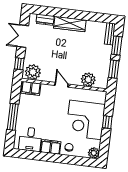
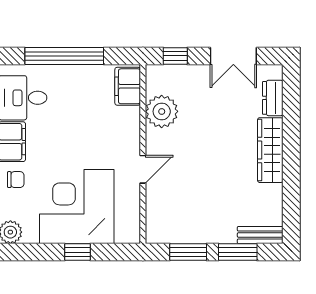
double door: (23, 36) -> (233, 56), swing flipped
plant: (33, 72) -> (162, 111), moved
plant: (88, 80) -> (160, 202), removed
door: (62, 85) -> (143, 169), moved
window: (13, 117) -> (64, 56), width x1.46

